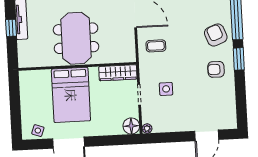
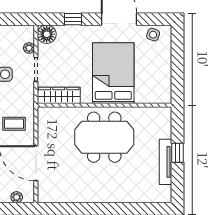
meeting table: (76, 38) -> (104, 137), turned 90
plant: (147, 129) -> (29, 48), moved
window: (109, 140) -> (73, 19), added

